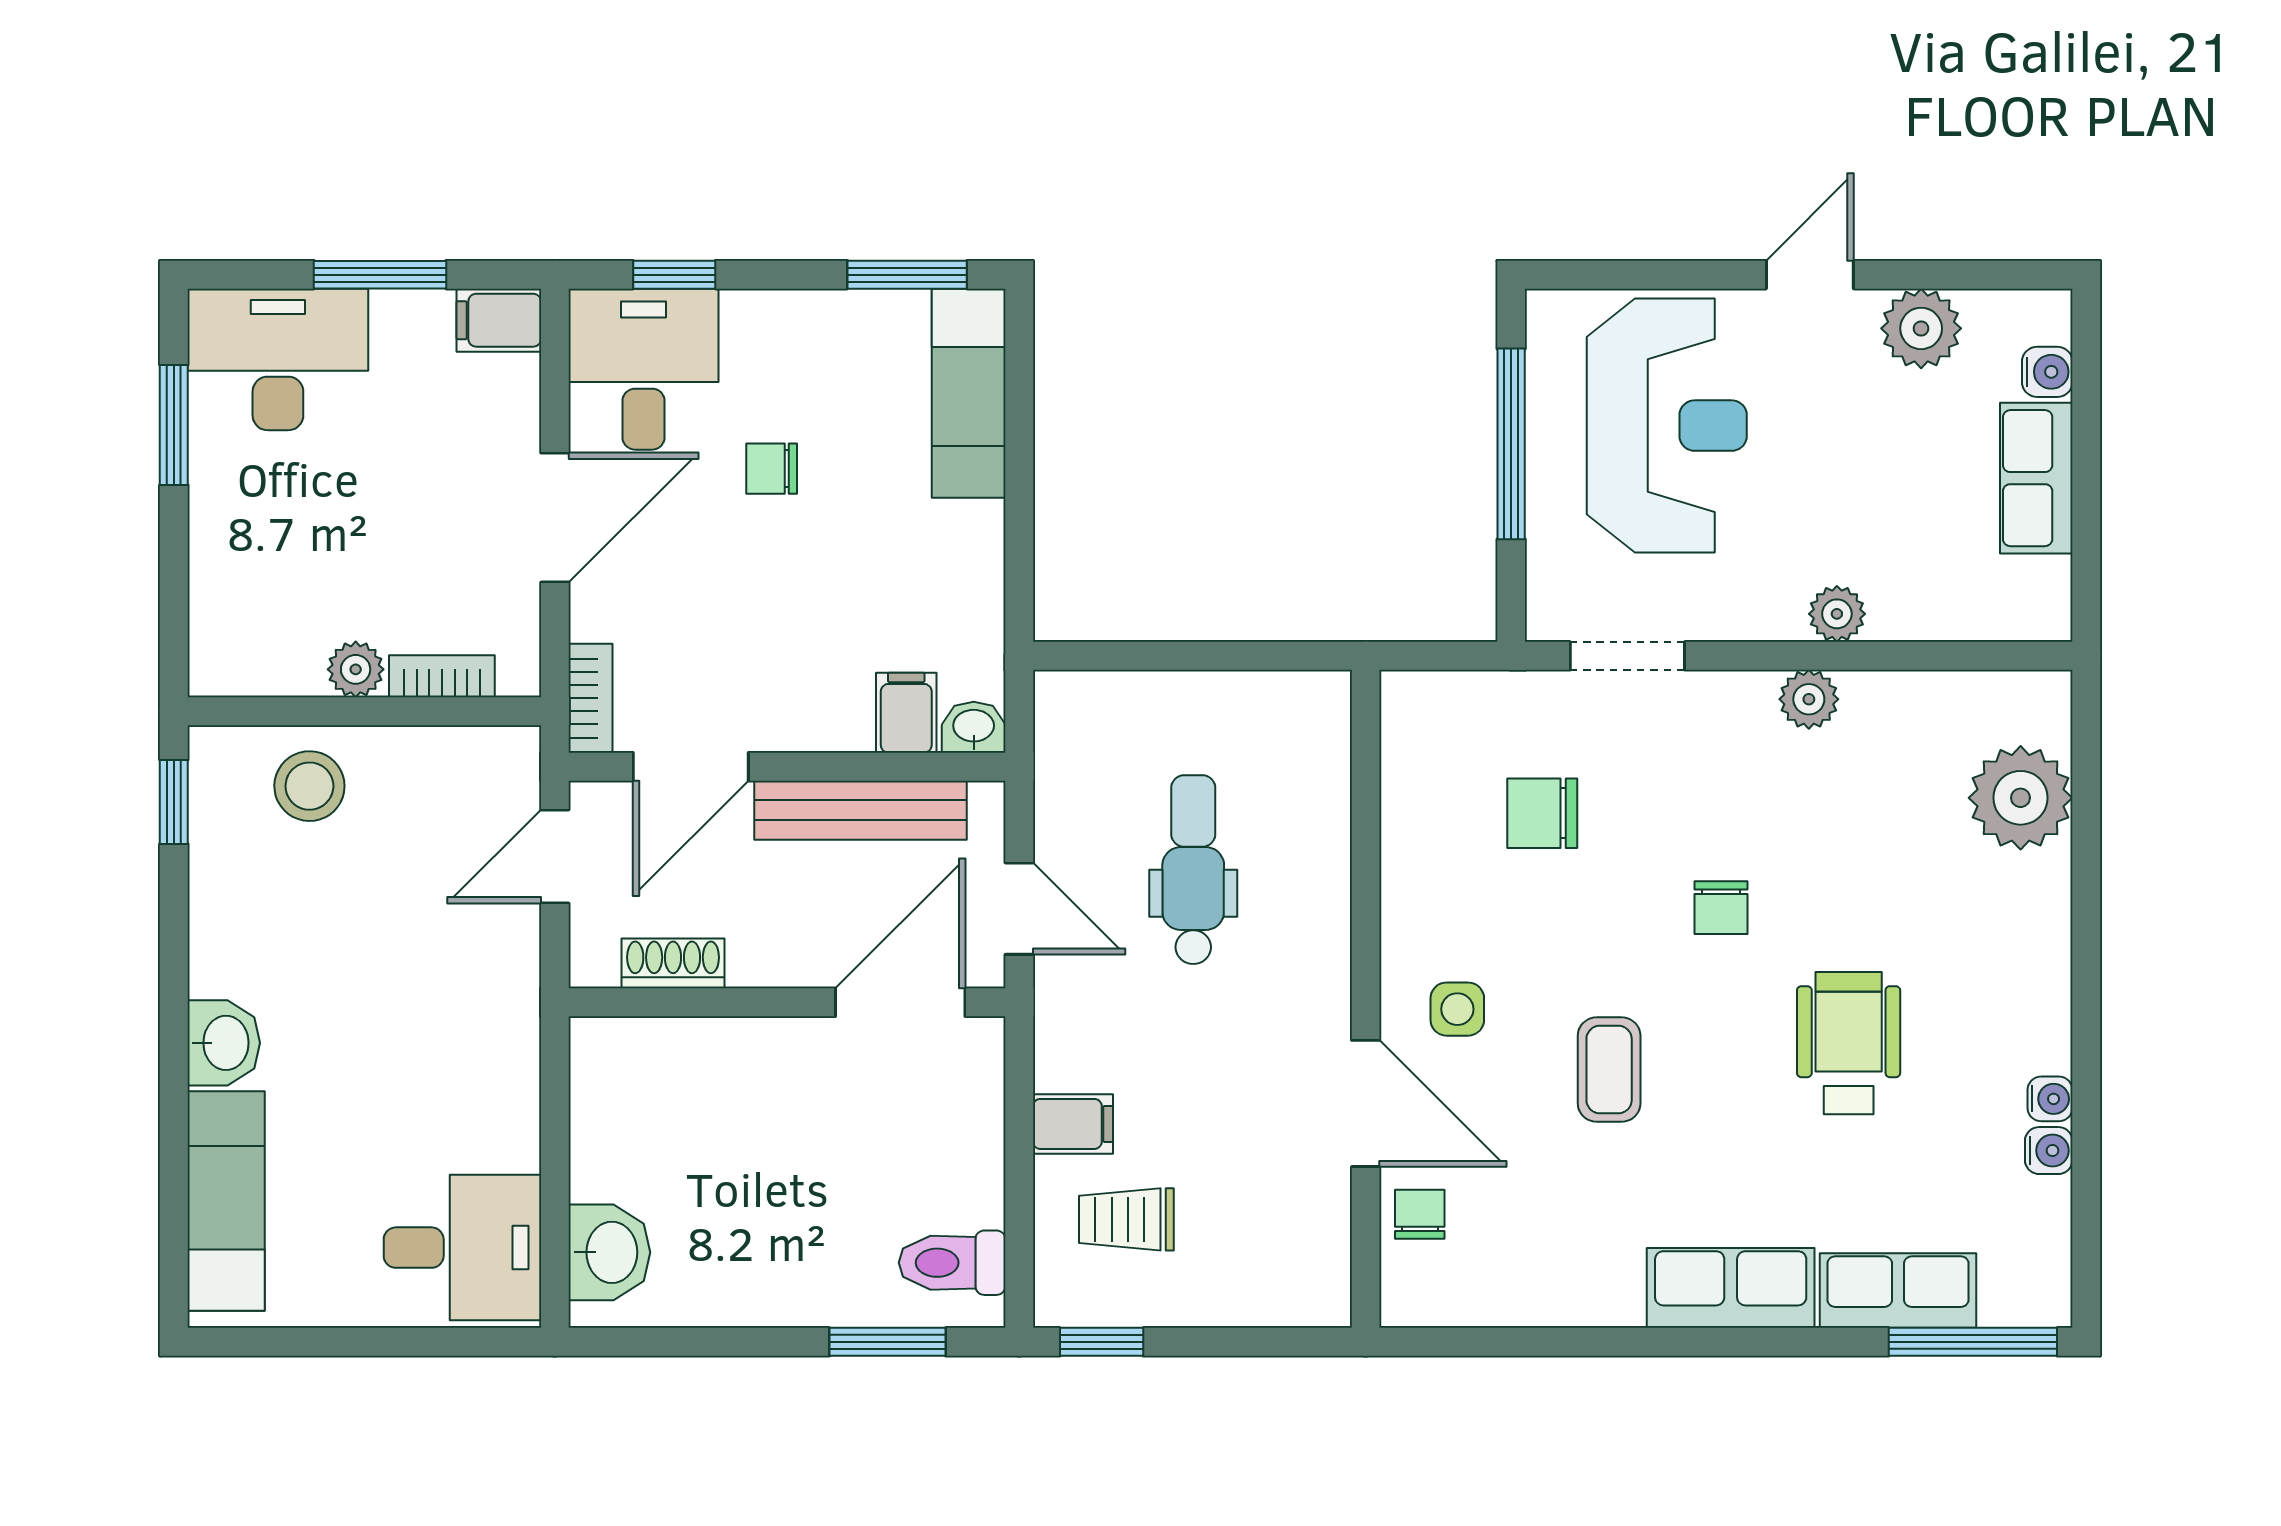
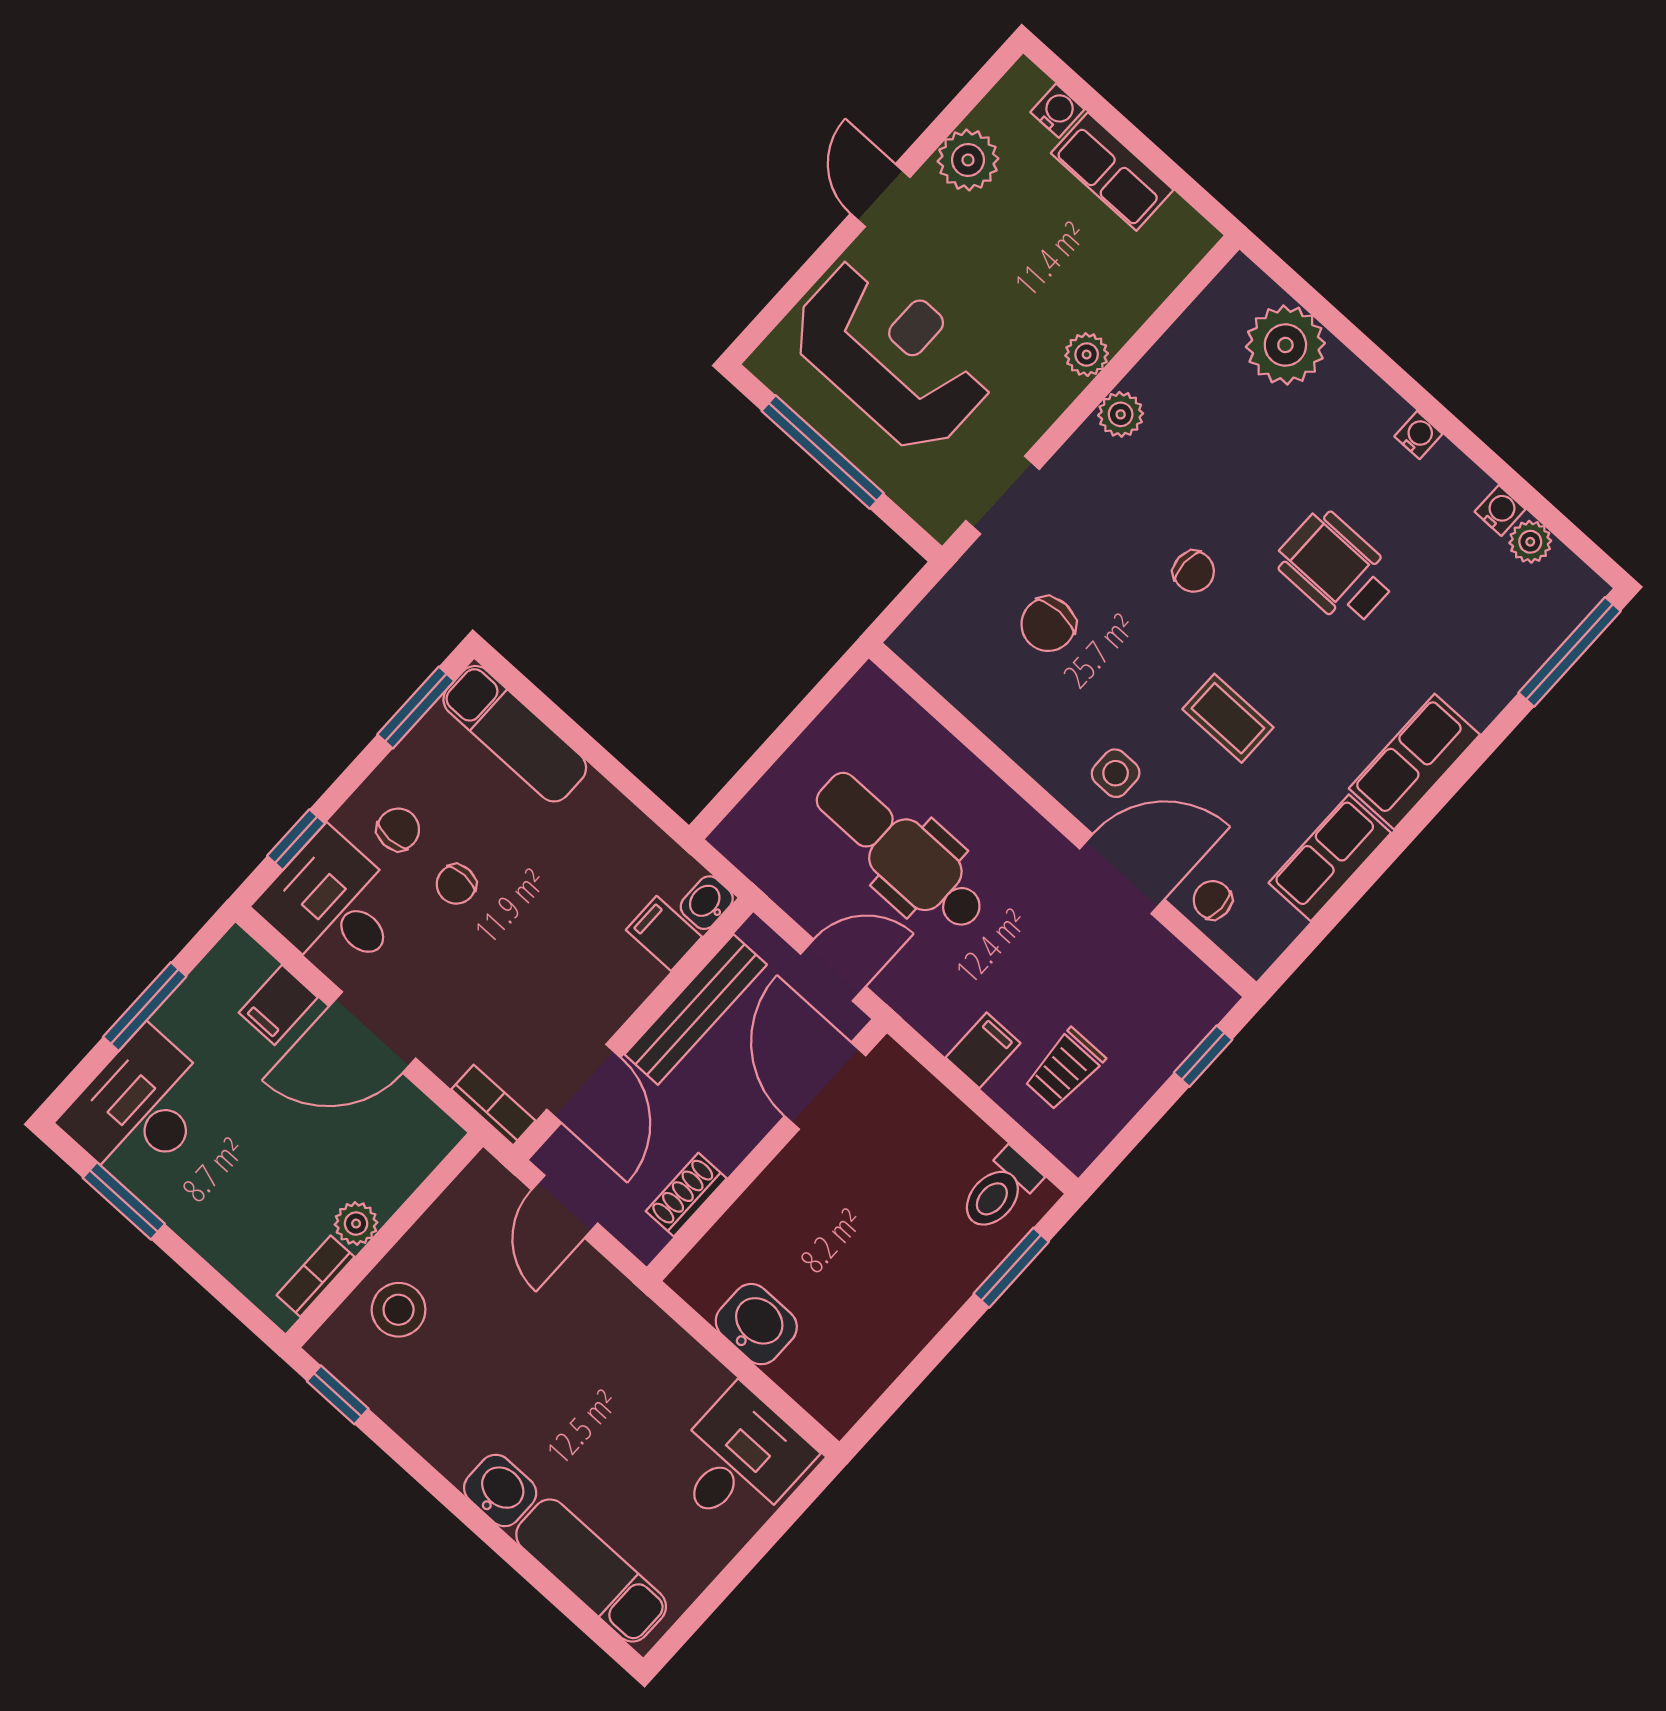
filing cabinet: (499, 320) -> (278, 1005), moved
chair: (774, 364) -> (398, 829), added
door: (555, 518) -> (372, 1032), swing flipped
bookcase: (442, 676) -> (316, 1276), moved
dental chair: (1193, 870) -> (901, 851), width x1.36, depth x1.38
water cooler: (2050, 1099) -> (1418, 435), moved
plant: (2045, 1207) -> (1530, 542), added
washbasin: (609, 1252) -> (756, 1324), moved
row of seats: (1898, 1291) -> (1330, 858), moved
window: (1102, 1342) -> (1203, 1056), moved

